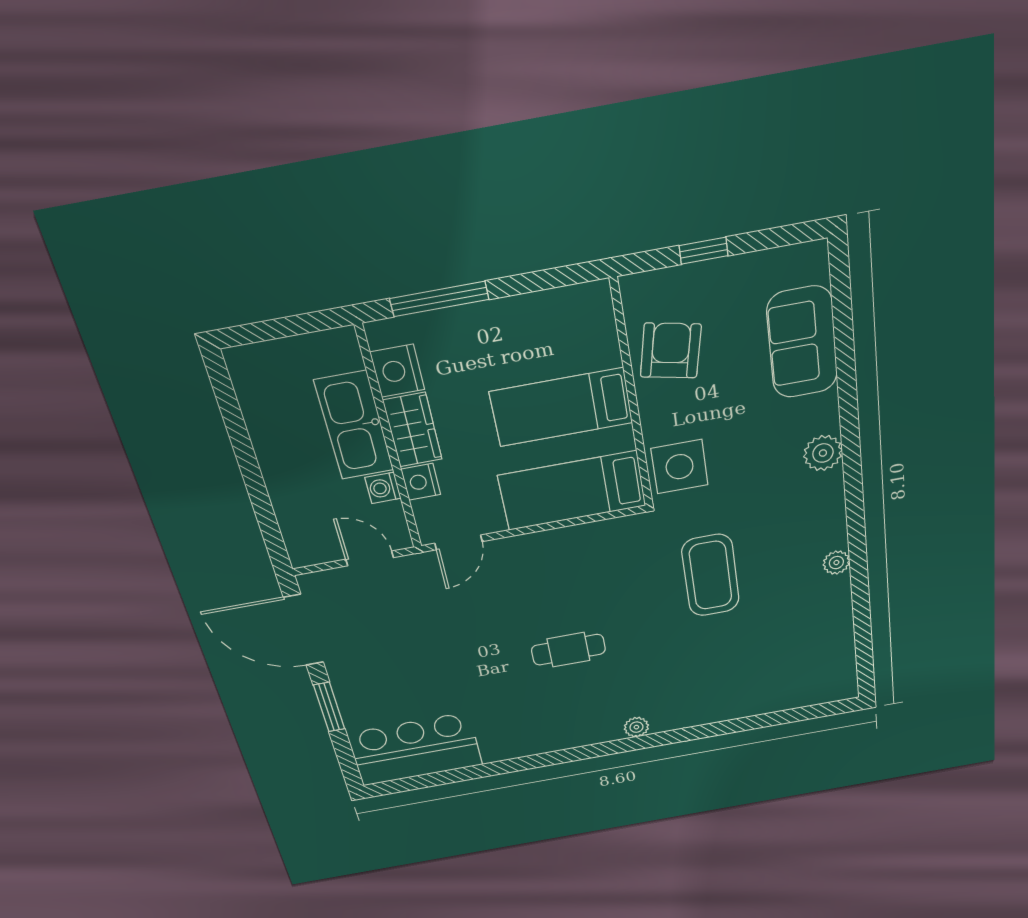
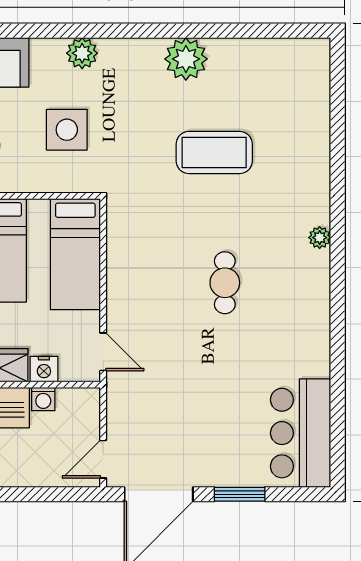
side table: (680, 467) -> (67, 130), moved
door: (370, 558) -> (103, 459), moved
plant: (836, 563) -> (186, 59), width x1.88, depth x1.88
coffee table: (711, 575) -> (214, 152), moved

